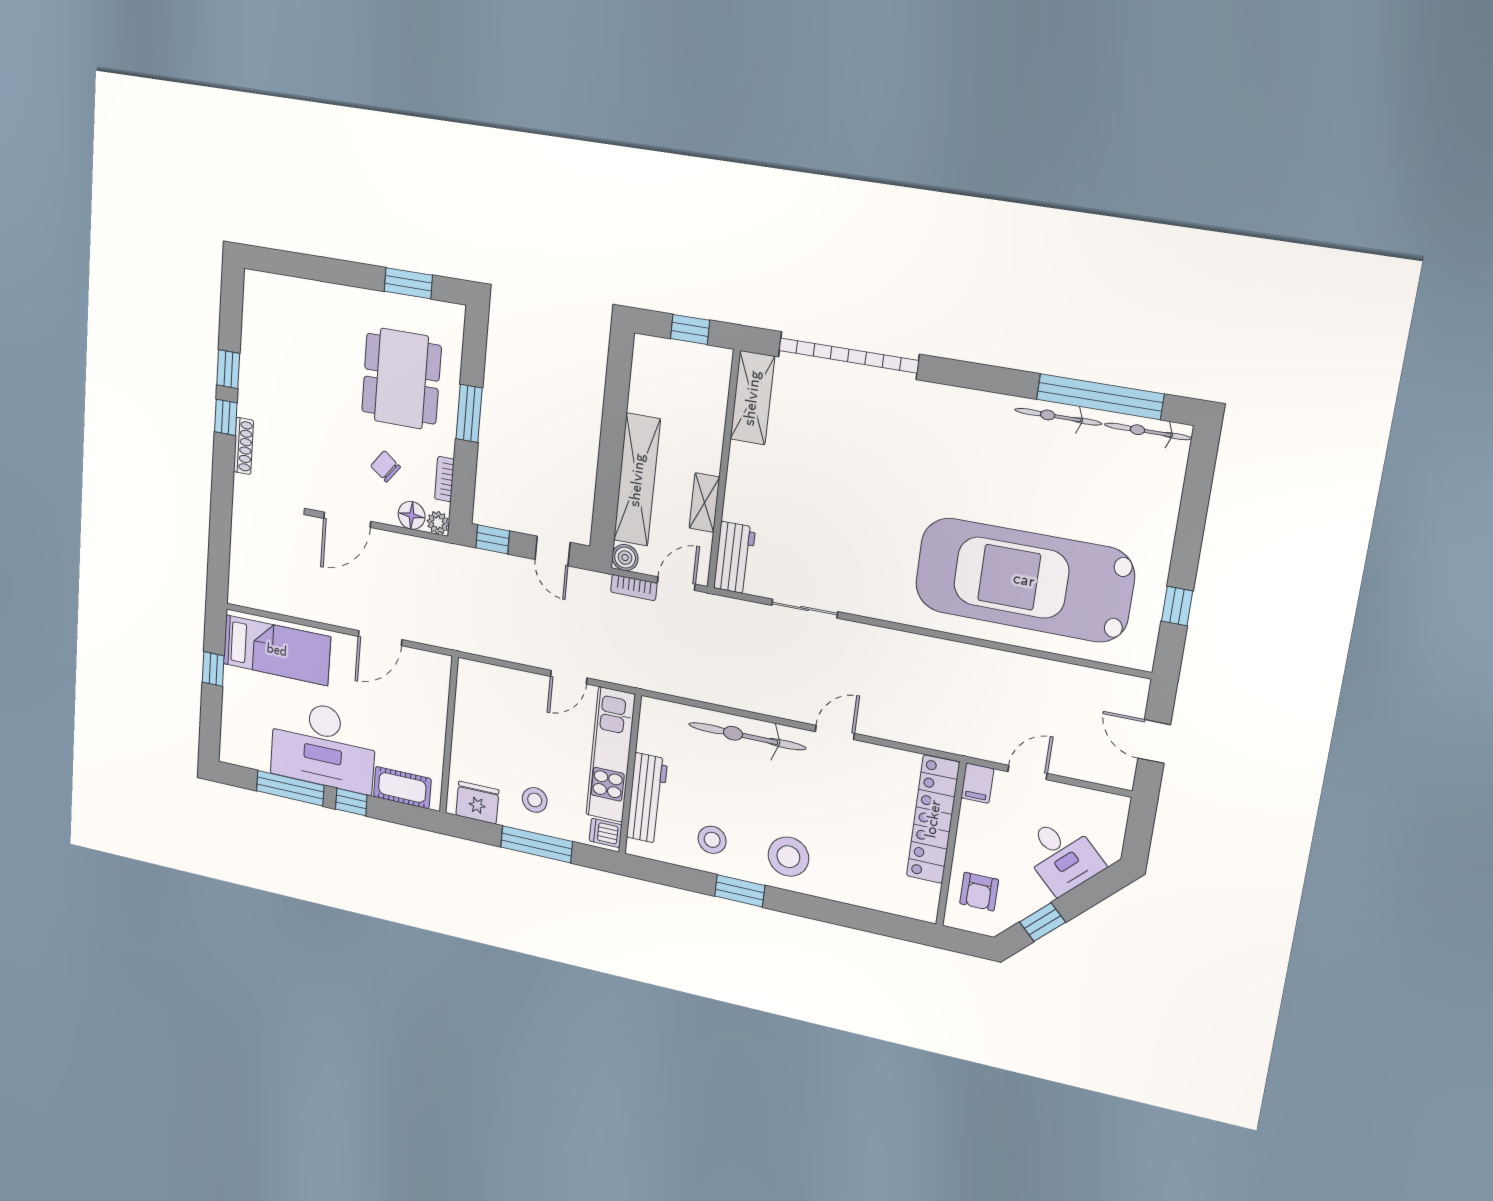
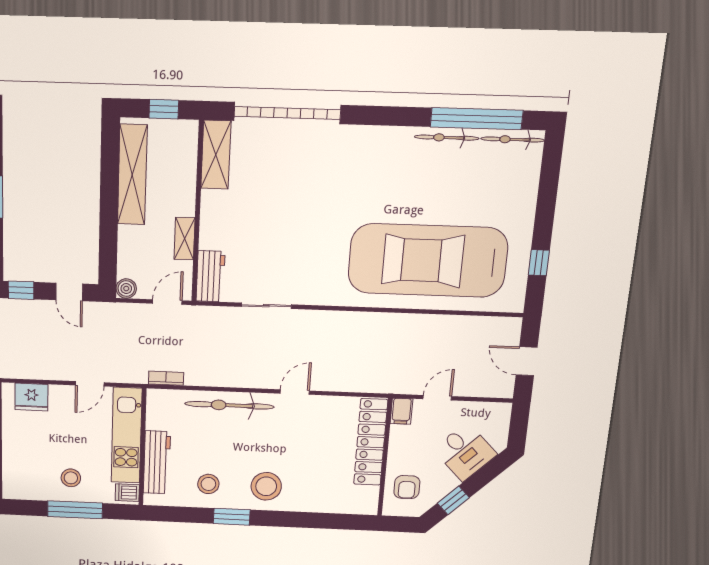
shelving: (637, 480) -> (132, 175), moved
bookcase: (634, 588) -> (166, 378), moved, turned 180
fridge: (477, 803) -> (31, 397), moved, turned 180

